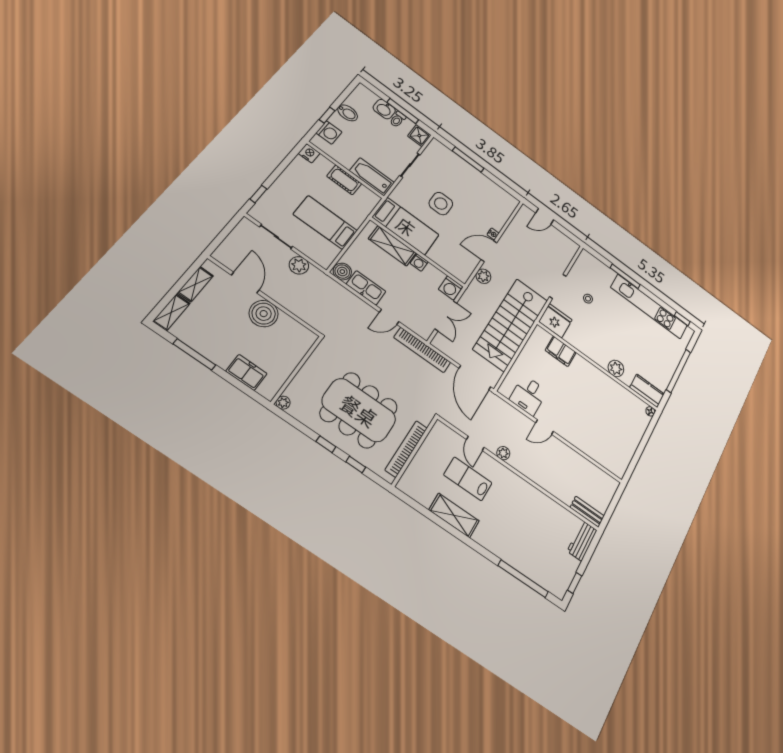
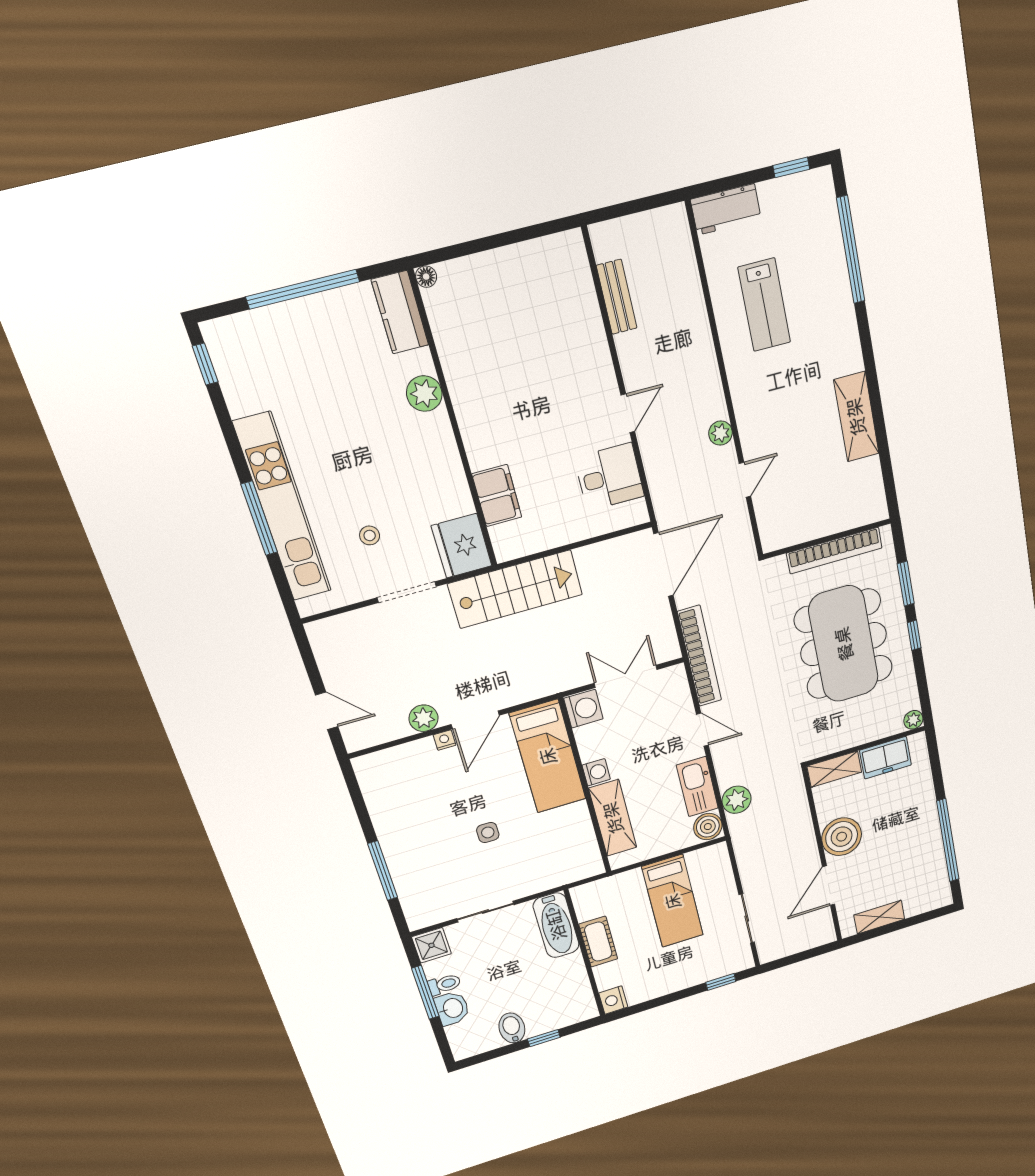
washing machine: (329, 132) -> (562, 1014), removed
side table: (441, 204) -> (488, 832), width x0.54, depth x0.54
bed: (406, 226) -> (548, 756), moved, turned 180
door: (489, 251) -> (475, 720), hinge flipped
plant: (299, 265) -> (737, 800), moved
plant: (483, 276) -> (423, 718), moved
kitchen unit: (649, 307) -> (283, 508), moved
shelving: (171, 312) -> (834, 769), moved
stairs: (511, 325) -> (515, 589), width x0.73, depth x0.66
window: (194, 354) -> (948, 840), width x1.46
freezer: (246, 372) -> (885, 758), moved, turned -90
door: (545, 427) -> (628, 413), hinge flipped
window: (356, 465) -> (906, 584), width x1.50
lab bench: (468, 479) -> (764, 305), moved
bench: (587, 512) -> (617, 297), moved

